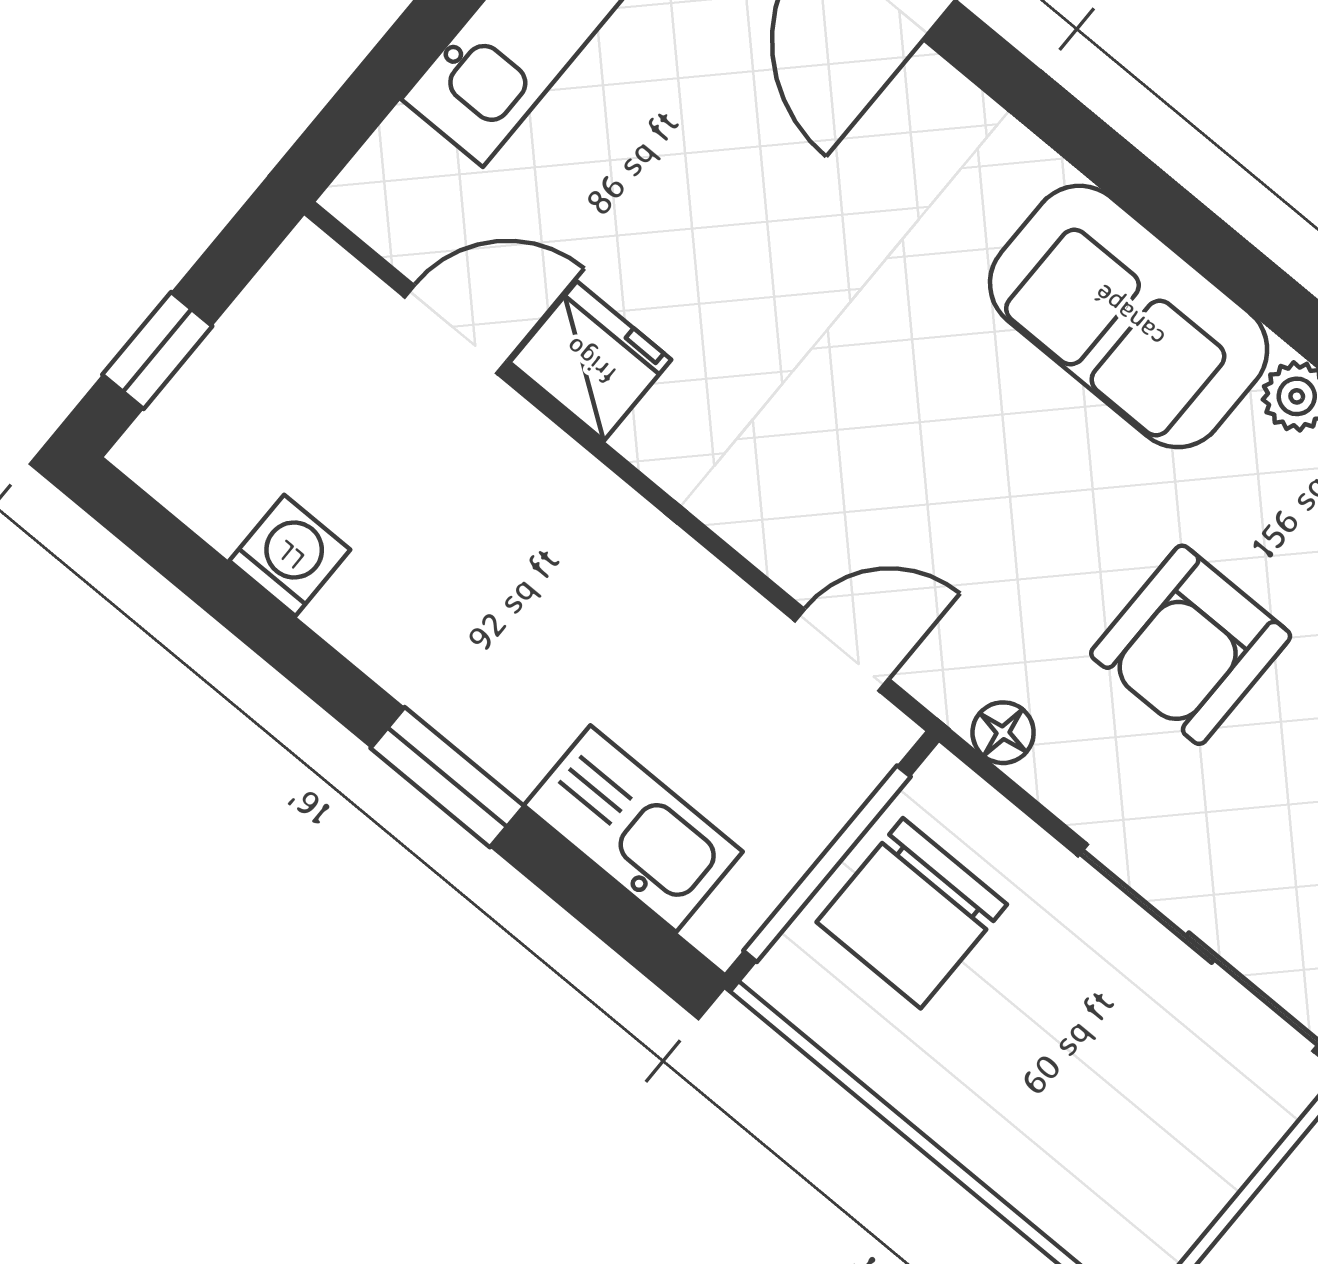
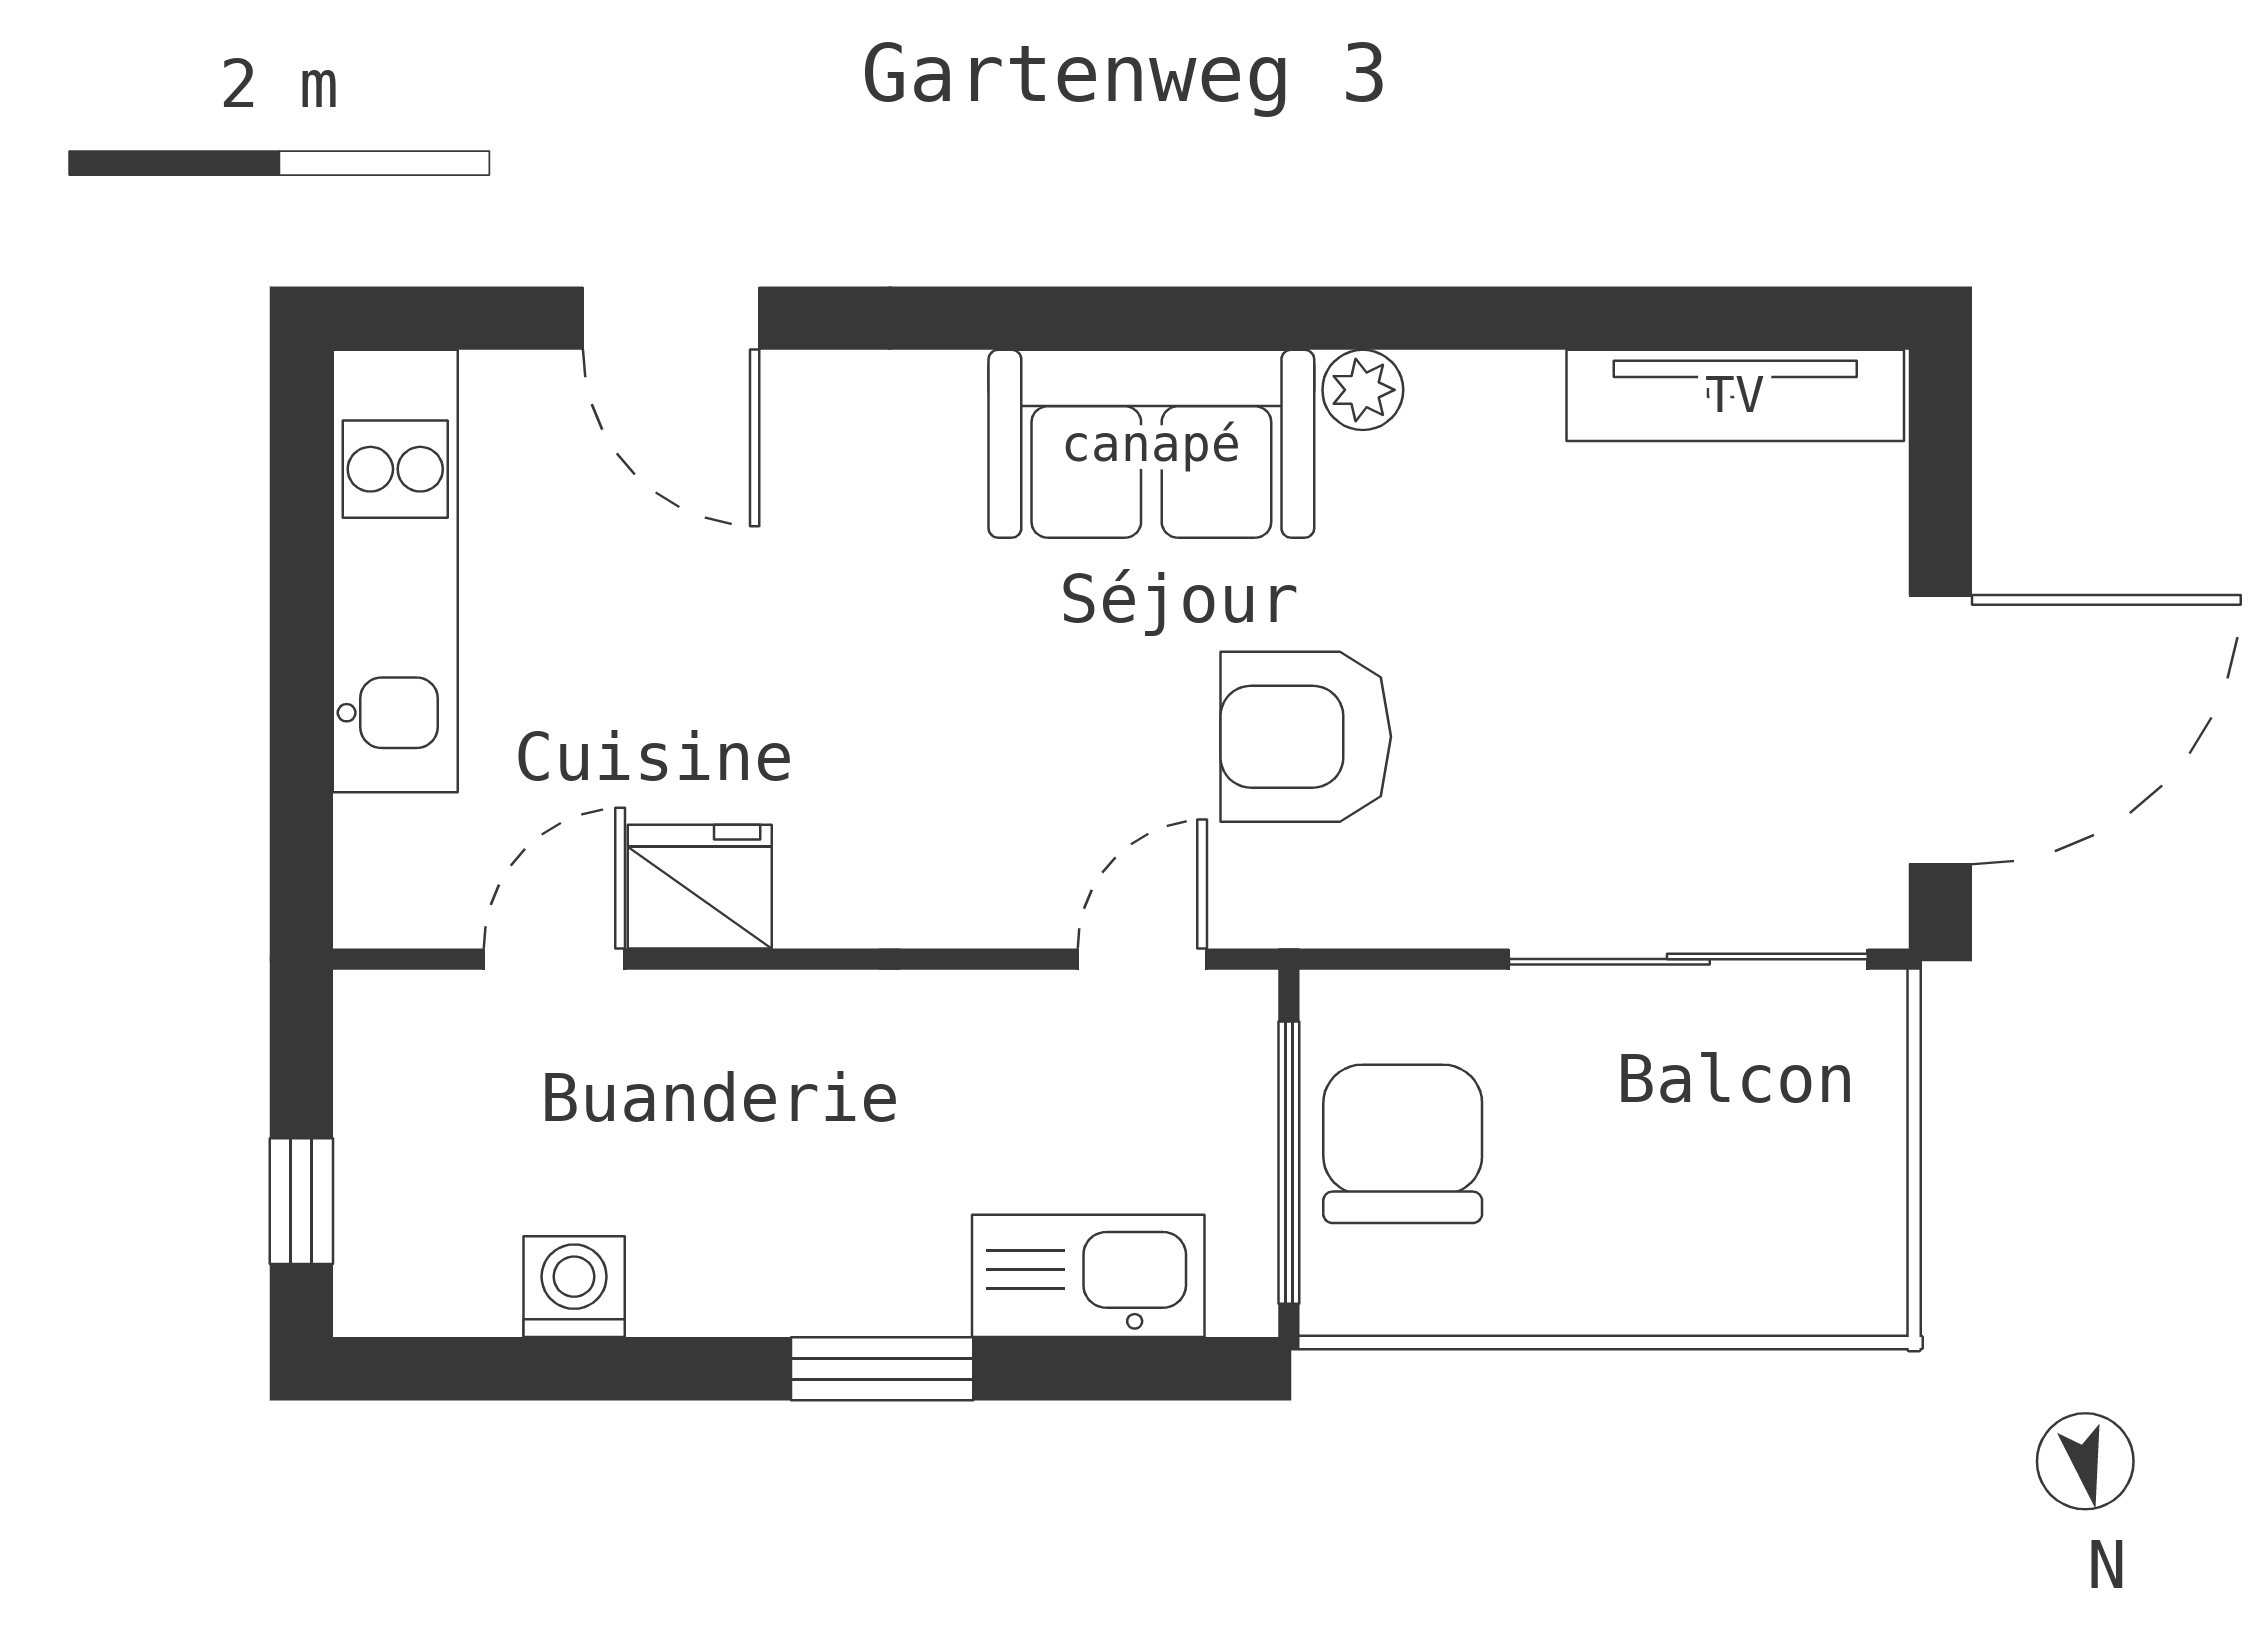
armchair: (1191, 645) -> (1306, 737), moved, turned 90
floor lamp: (1003, 733) -> (1350, 913), removed
chair: (912, 913) -> (1403, 1144), turned 180

